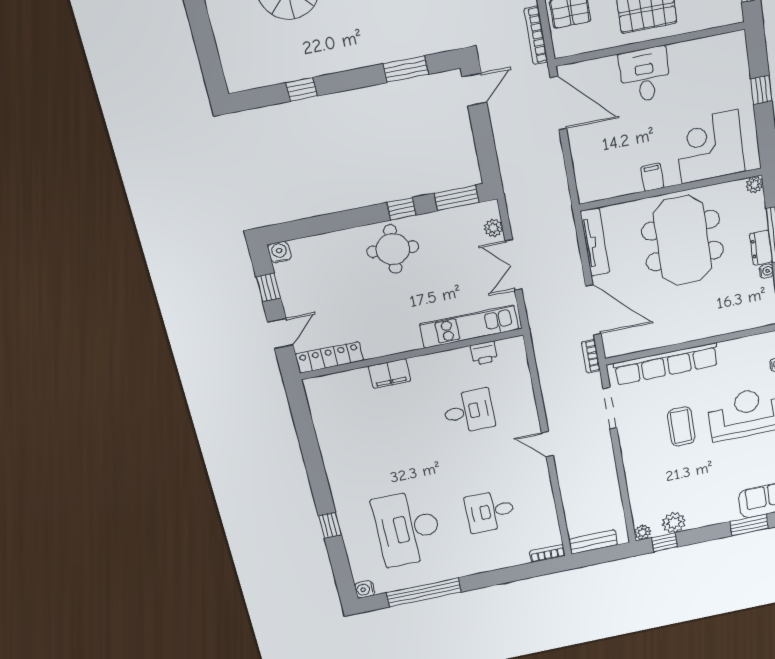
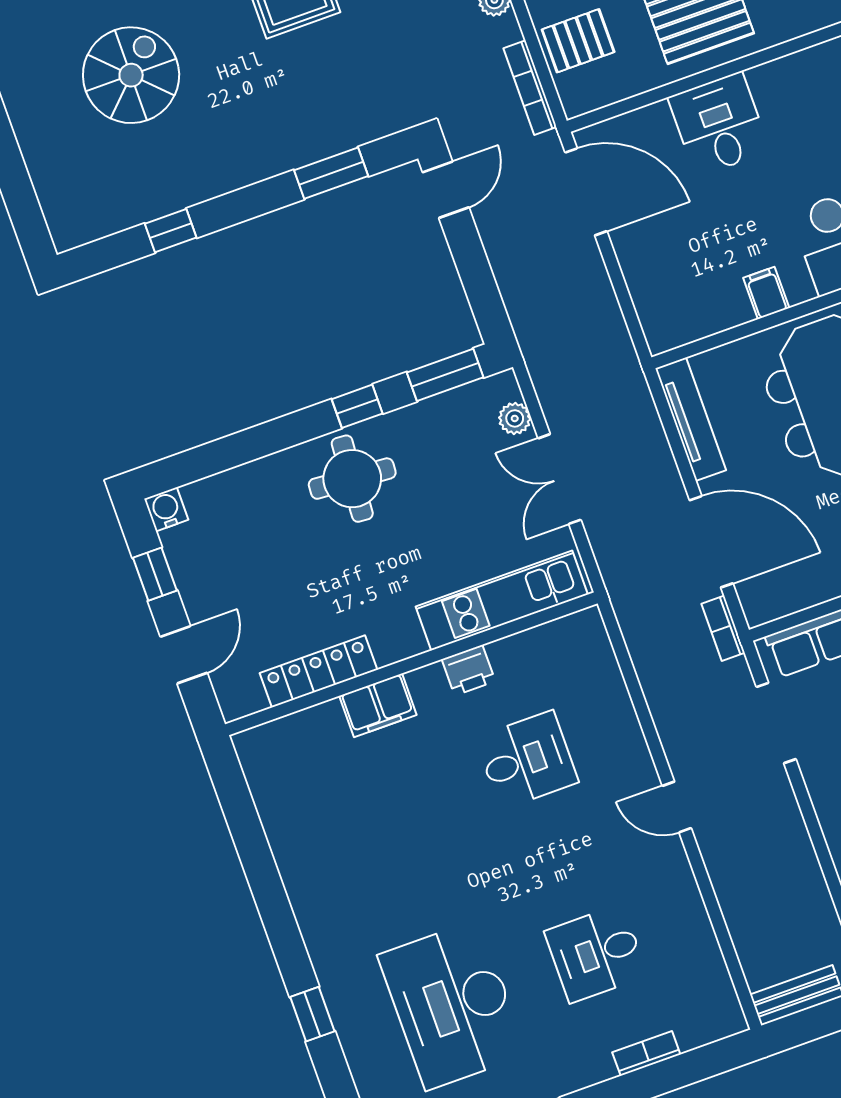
printer: (484, 353) -> (469, 670), moved
locker: (329, 357) -> (319, 671), moved
bookcase: (548, 553) -> (646, 1053), moved

